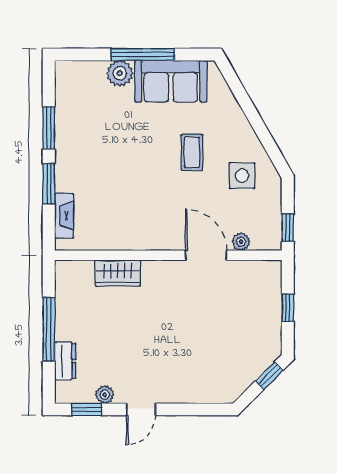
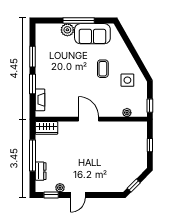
door: (206, 255) -> (89, 119), moved
wardrobe: (118, 273) -> (46, 128), moved
window: (269, 376) -> (134, 185), moved

